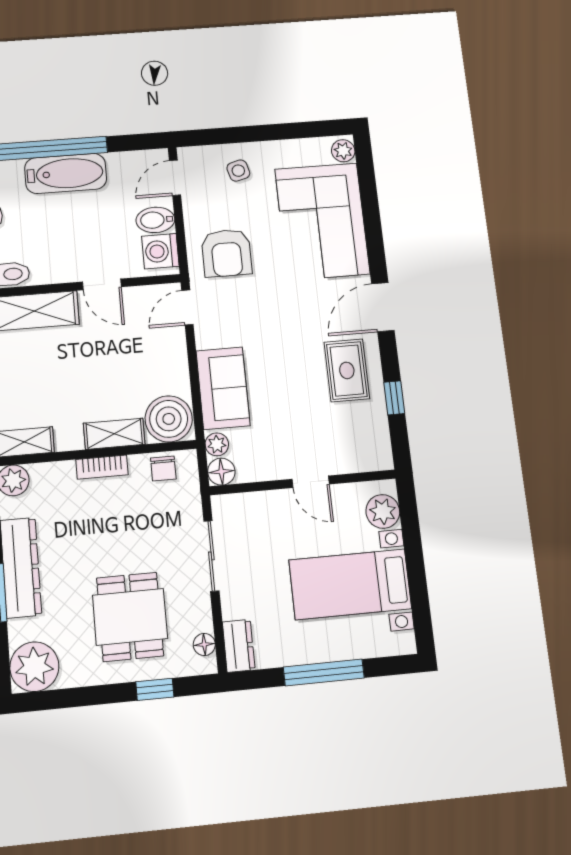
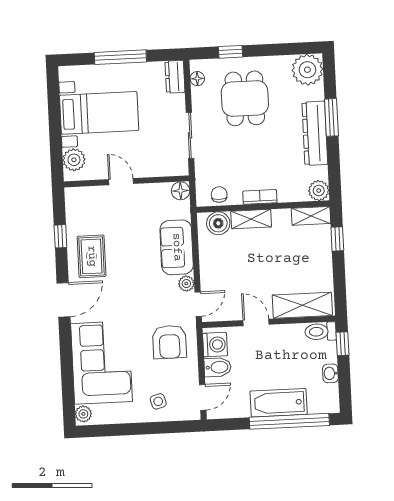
armchair: (227, 253) -> (169, 342), turned 180
boiler: (169, 419) -> (218, 223), width x0.73, depth x0.73
plant: (217, 444) -> (186, 284), moved

